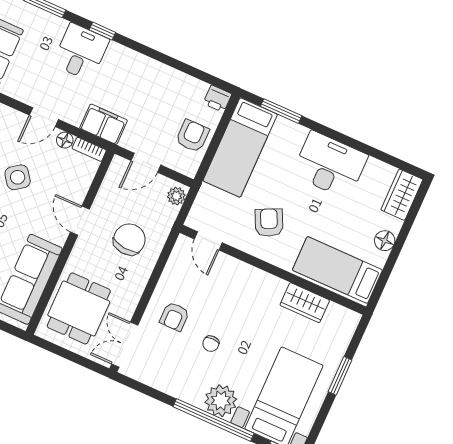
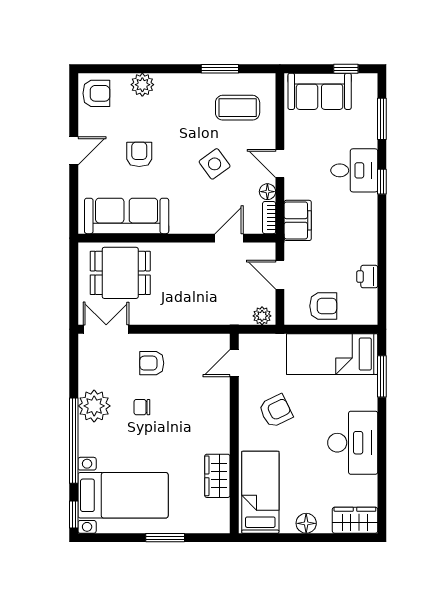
printer: (217, 99) -> (367, 277), moved
door: (80, 221) -> (229, 238), moved
chair: (129, 239) -> (203, 291), removed
plant: (221, 401) -> (94, 406), moved

